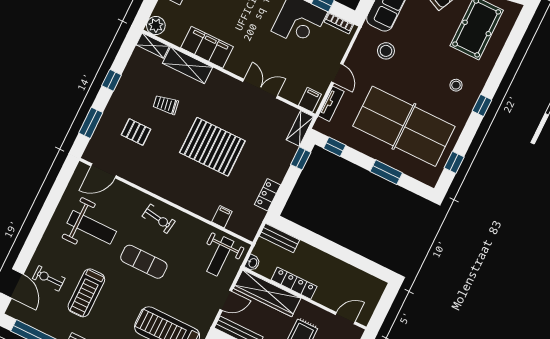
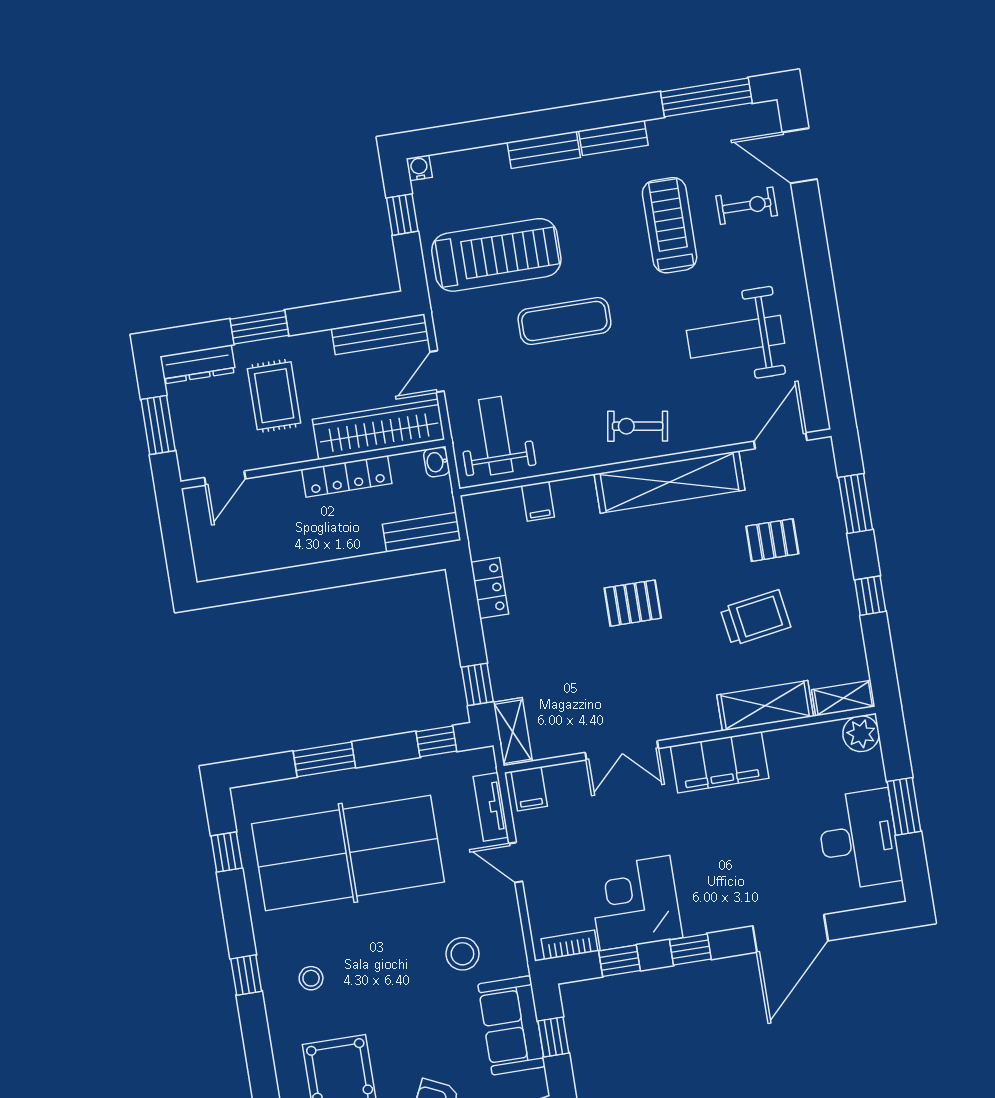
filing cabinet: (207, 47) -> (720, 762), moved
trolley: (166, 105) -> (755, 618), width x1.36, depth x1.39
pallet: (212, 147) -> (633, 603), width x0.49, depth x0.50
shelving: (162, 186) -> (669, 482), added
exercise mat: (144, 262) -> (564, 321), moved

